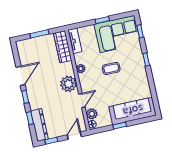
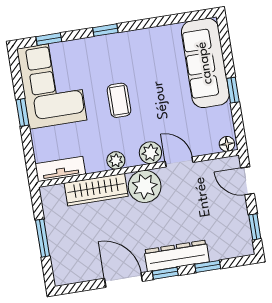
wardrobe: (63, 47) -> (96, 190), moved
plant: (92, 114) -> (150, 153), moved
dresser: (39, 125) -> (177, 256), moved

